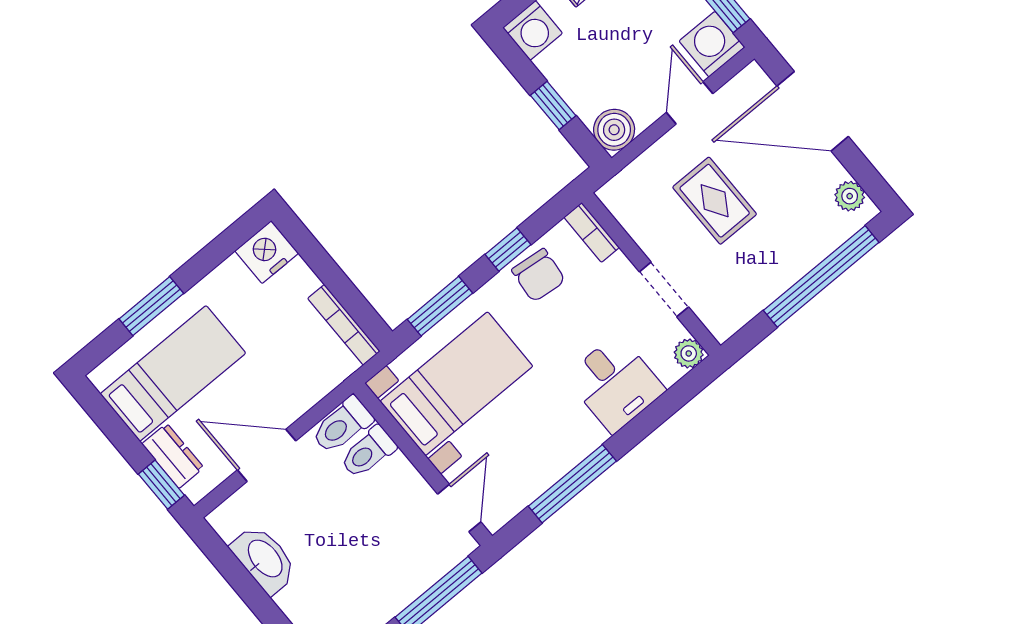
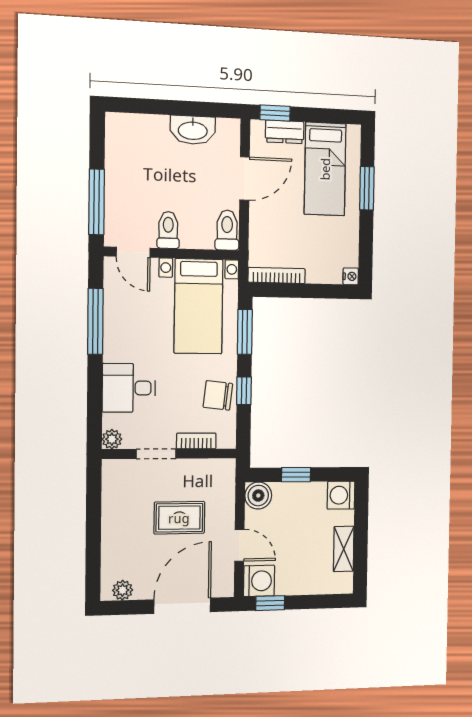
bookcase: (592, 232) -> (196, 441), moved
nightstand: (267, 252) -> (351, 276), width x0.53, depth x0.56
window: (821, 276) -> (93, 542), removed
toilet: (368, 452) -> (168, 230), moved

